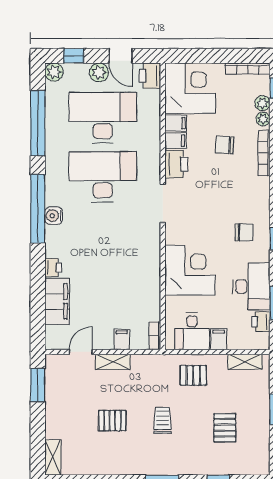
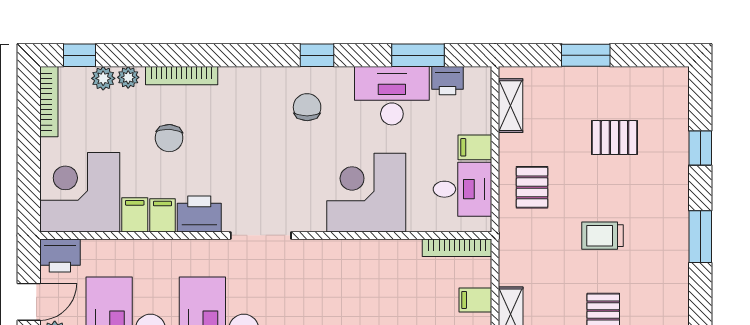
bookcase: (155, 336) -> (457, 248), width x1.56

